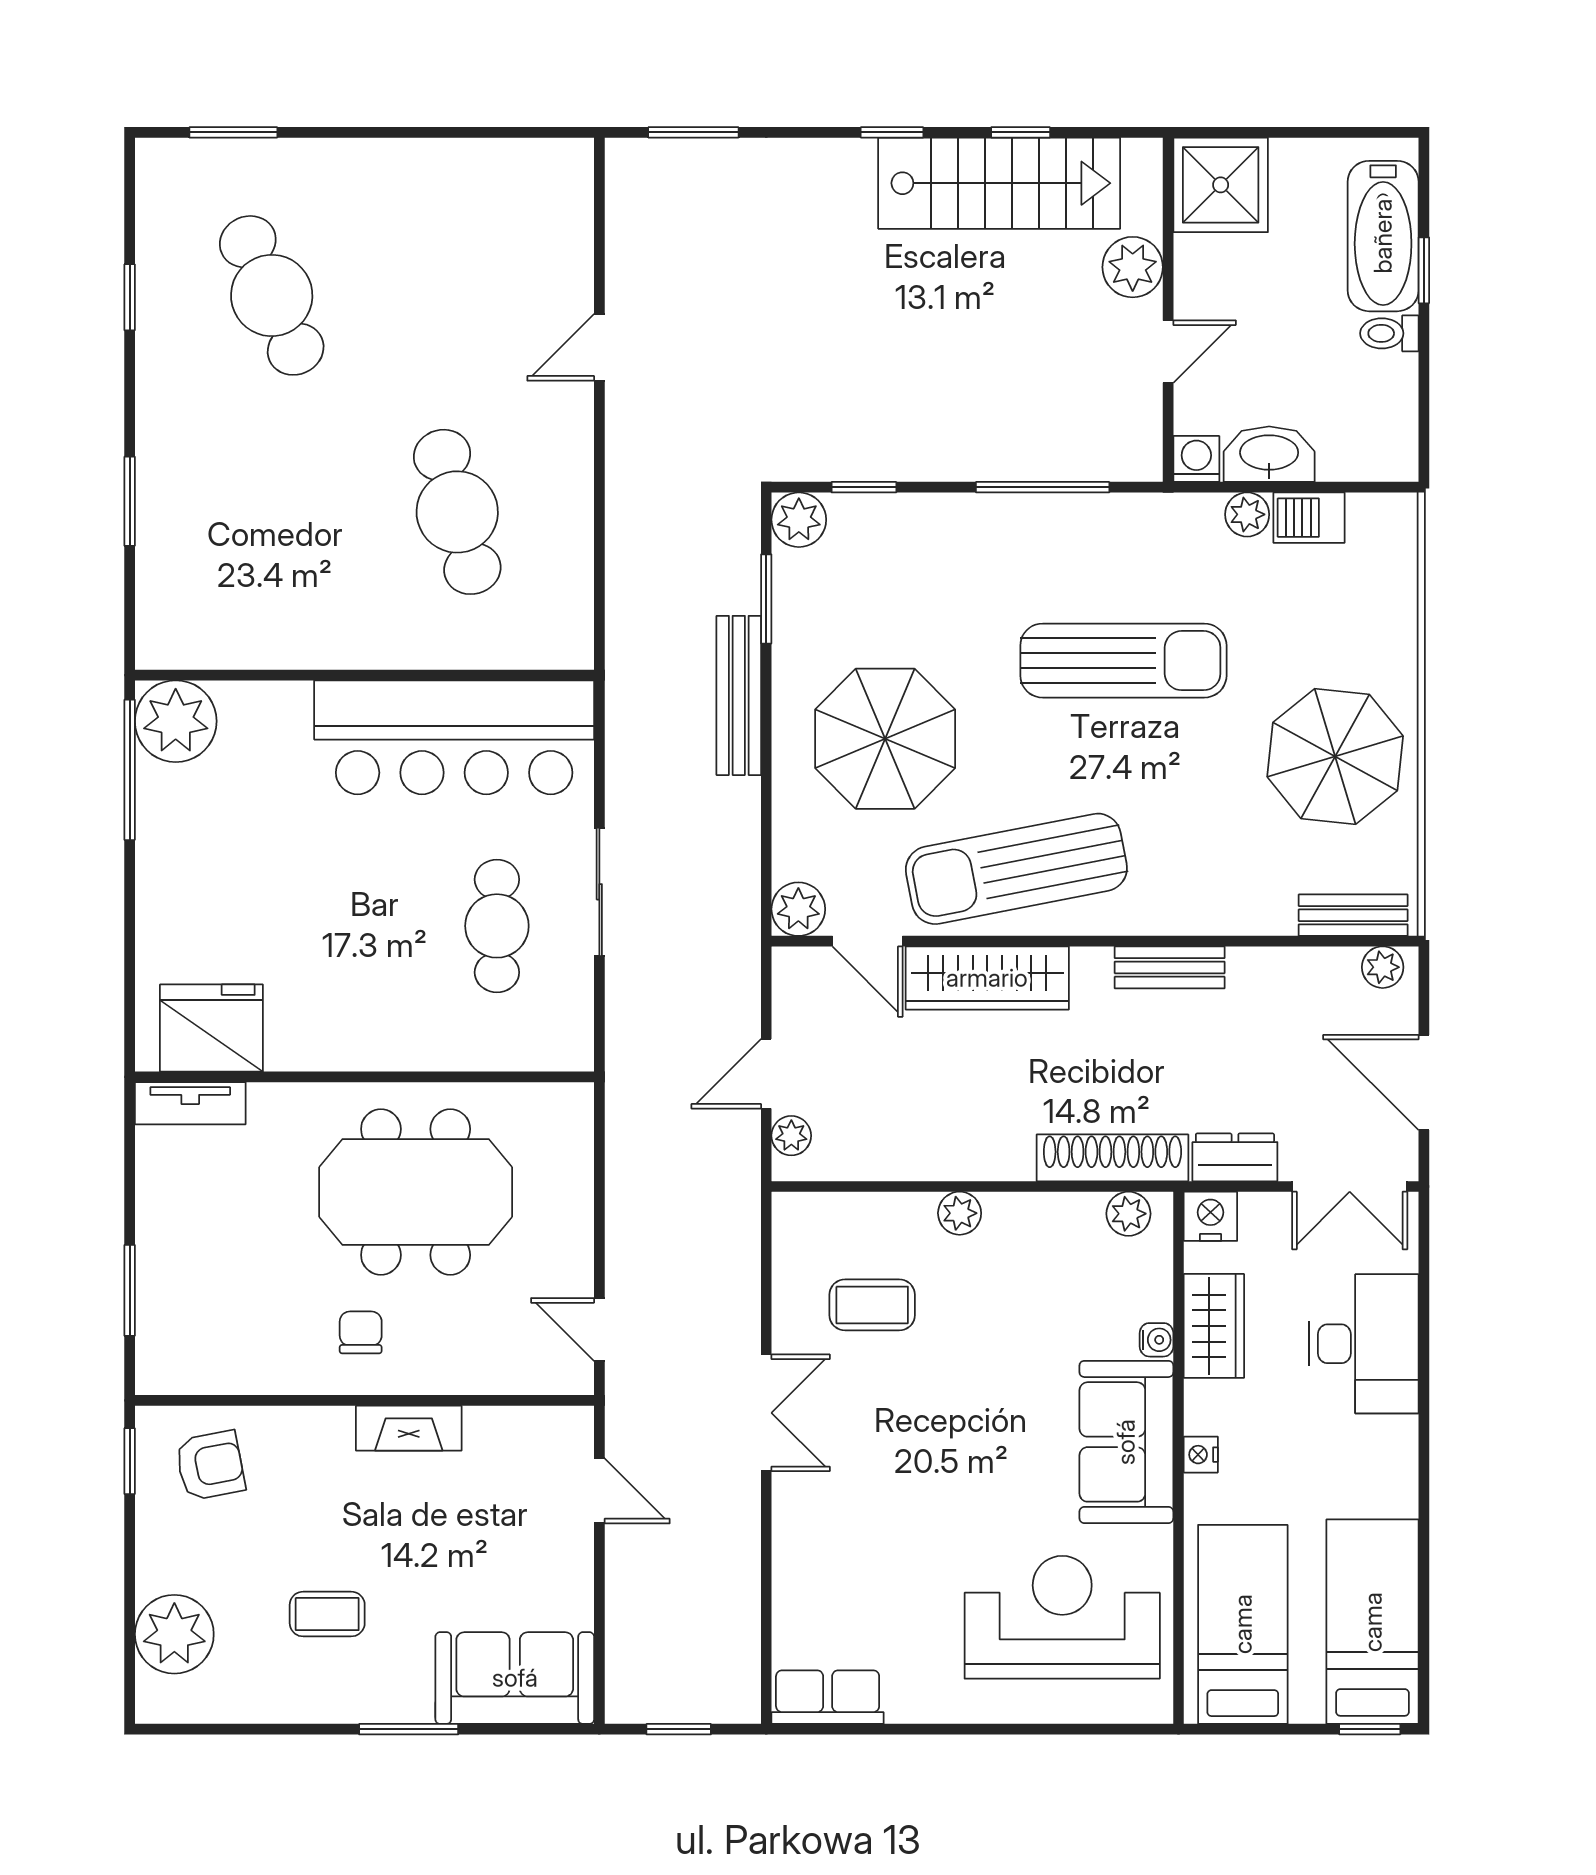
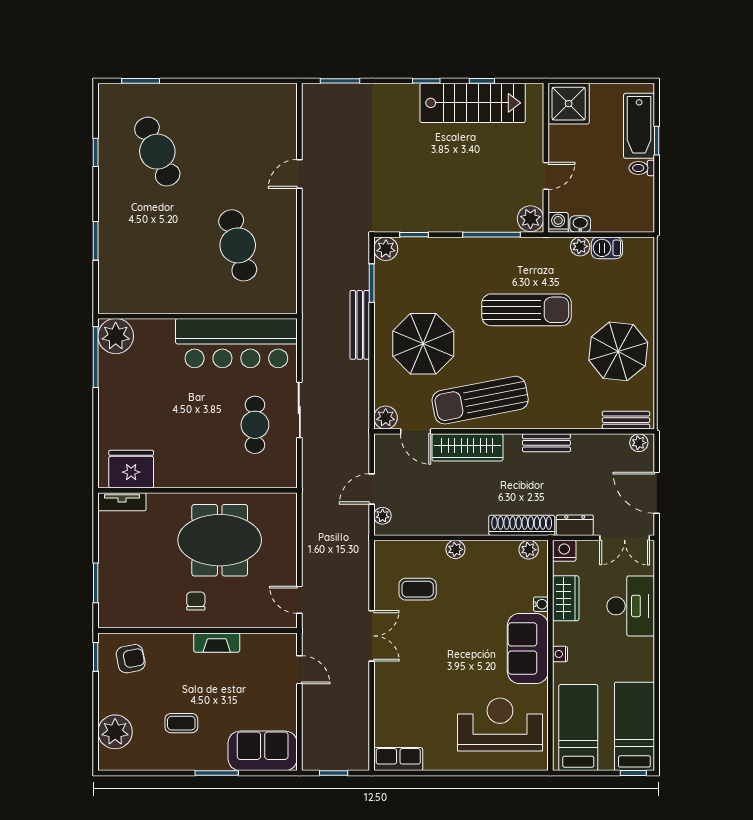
plant: (1133, 267) -> (530, 219), moved
washbasin: (1269, 454) -> (580, 224), width x0.52, depth x0.69

